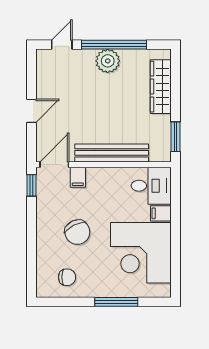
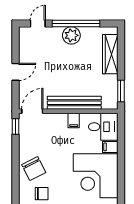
filing cabinet: (78, 177) -> (74, 120), moved
chair: (77, 232) -> (34, 169), moved

